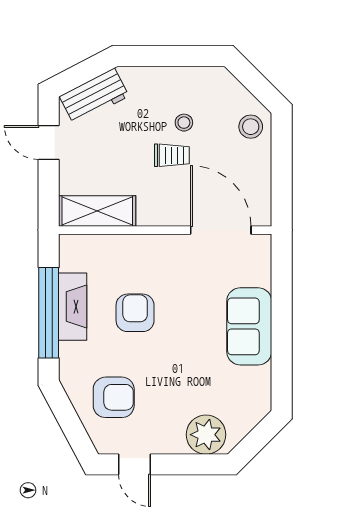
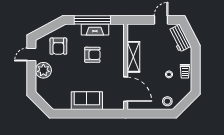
trolley: (172, 155) -> (185, 71), moved
shelving: (97, 211) -> (133, 57), moved
door: (221, 230) -> (126, 89), hinge flipped
plant: (206, 435) -> (43, 70), moved

